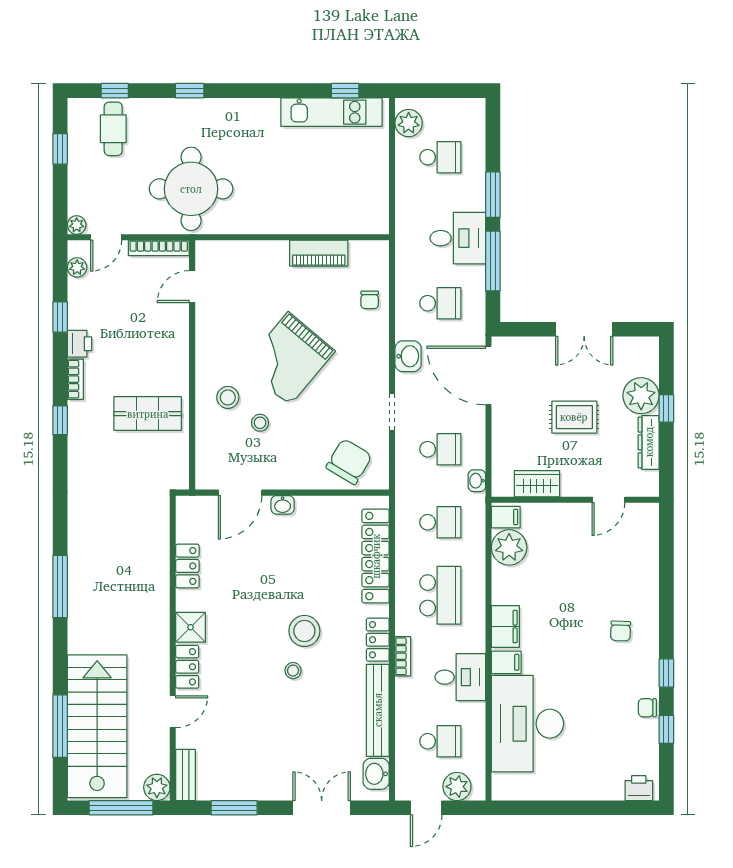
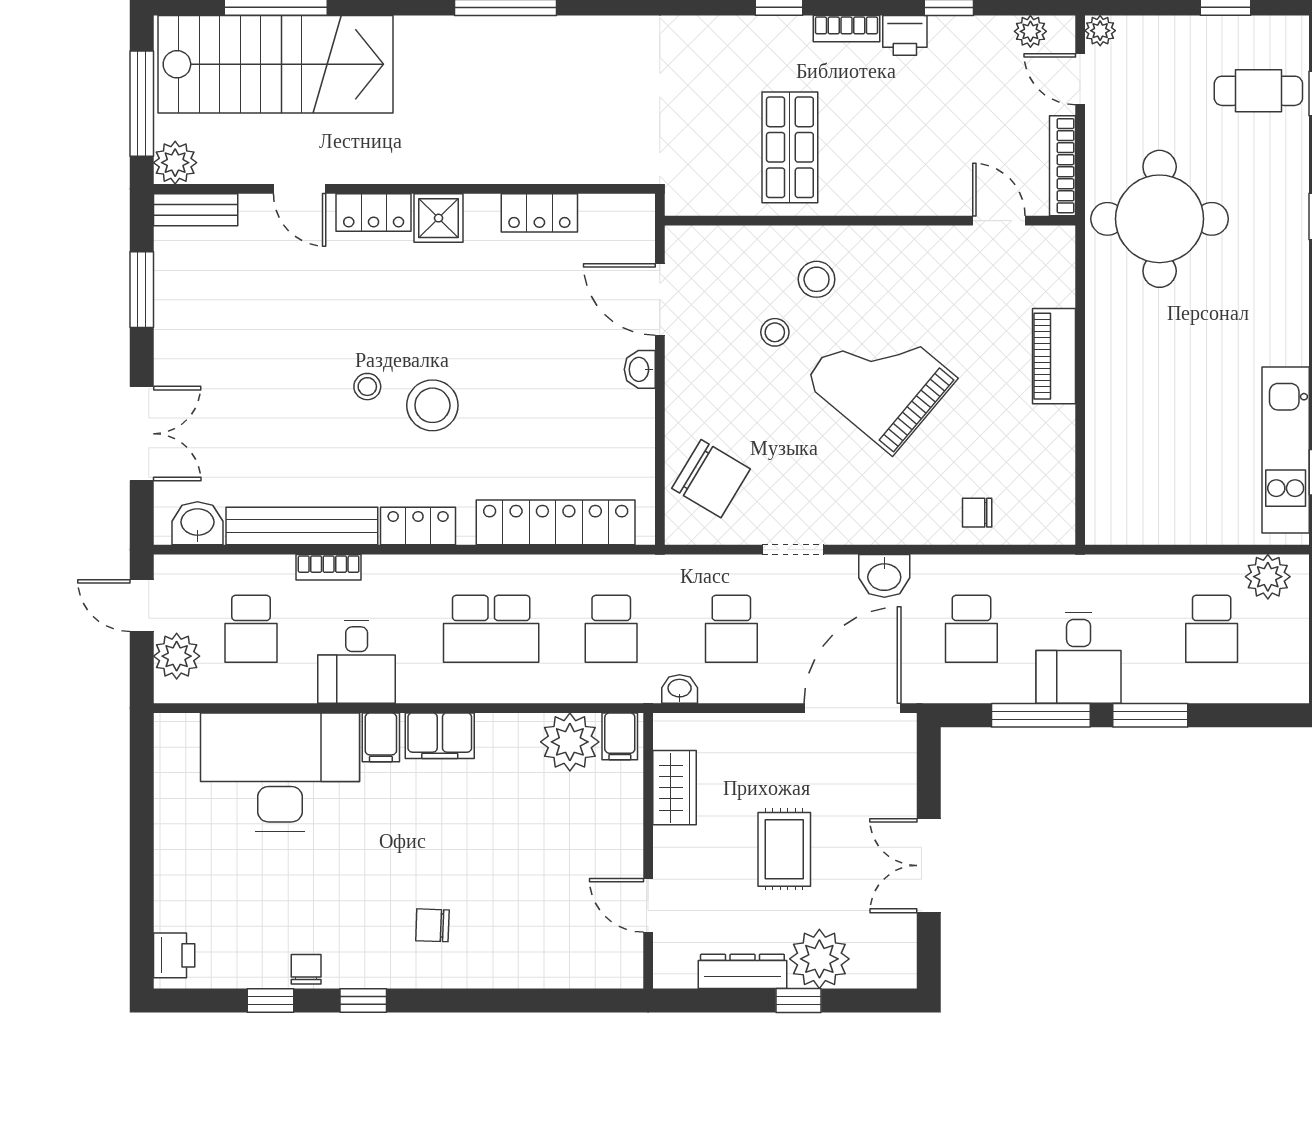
piano: (319, 253) -> (1054, 356), moved
bookcase: (403, 656) -> (329, 567), moved

